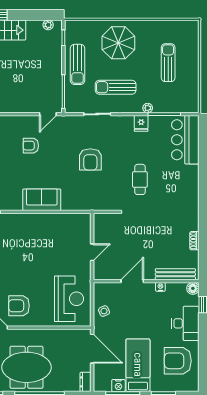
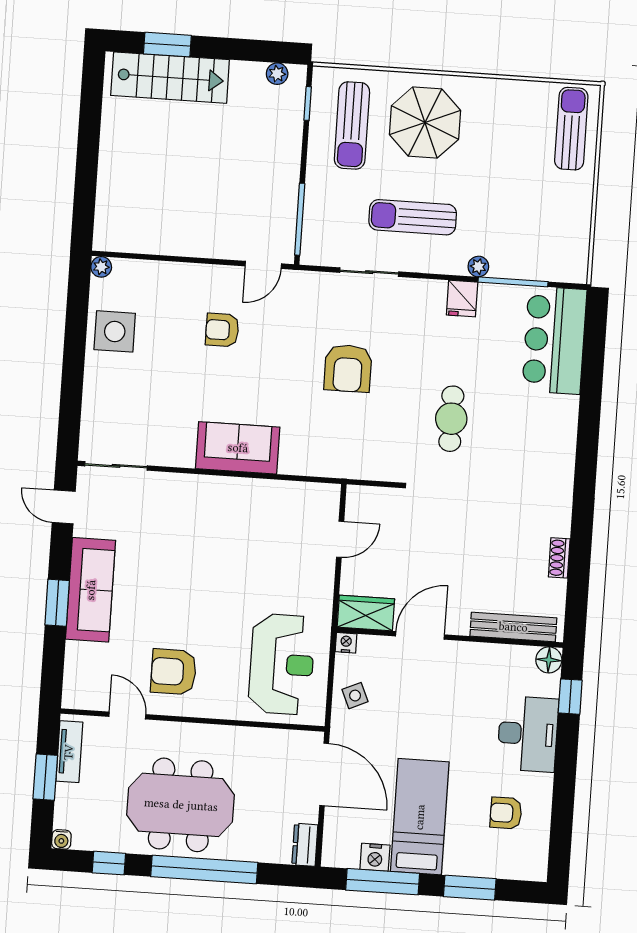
sun lounger: (168, 63) -> (571, 129), moved
sun lounger: (77, 64) -> (352, 125), moved
door: (92, 252) -> (340, 539), moved
wardrobe: (106, 272) -> (366, 613), added
nightstand: (160, 287) -> (346, 643), moved
armchair: (178, 361) -> (506, 813), width x0.53, depth x0.53

